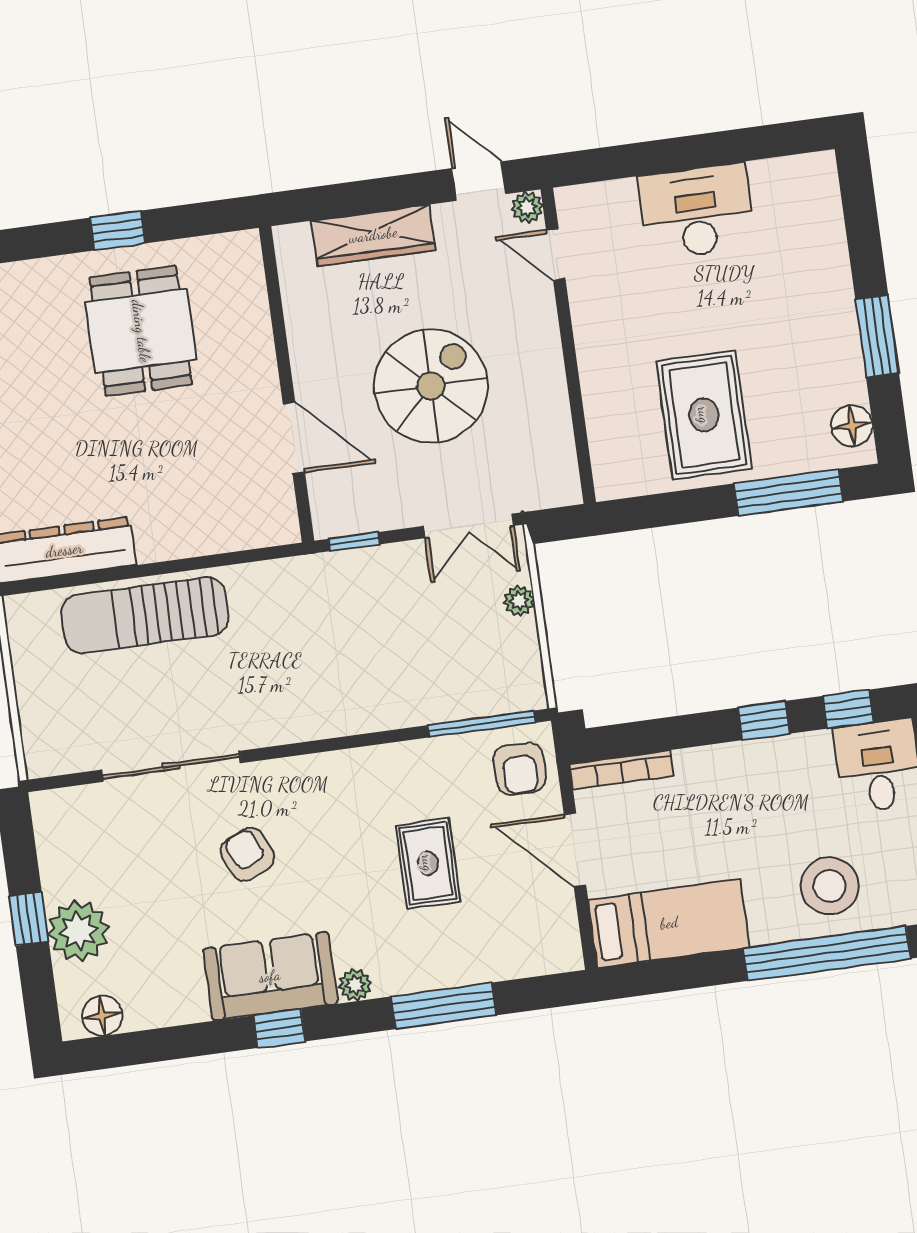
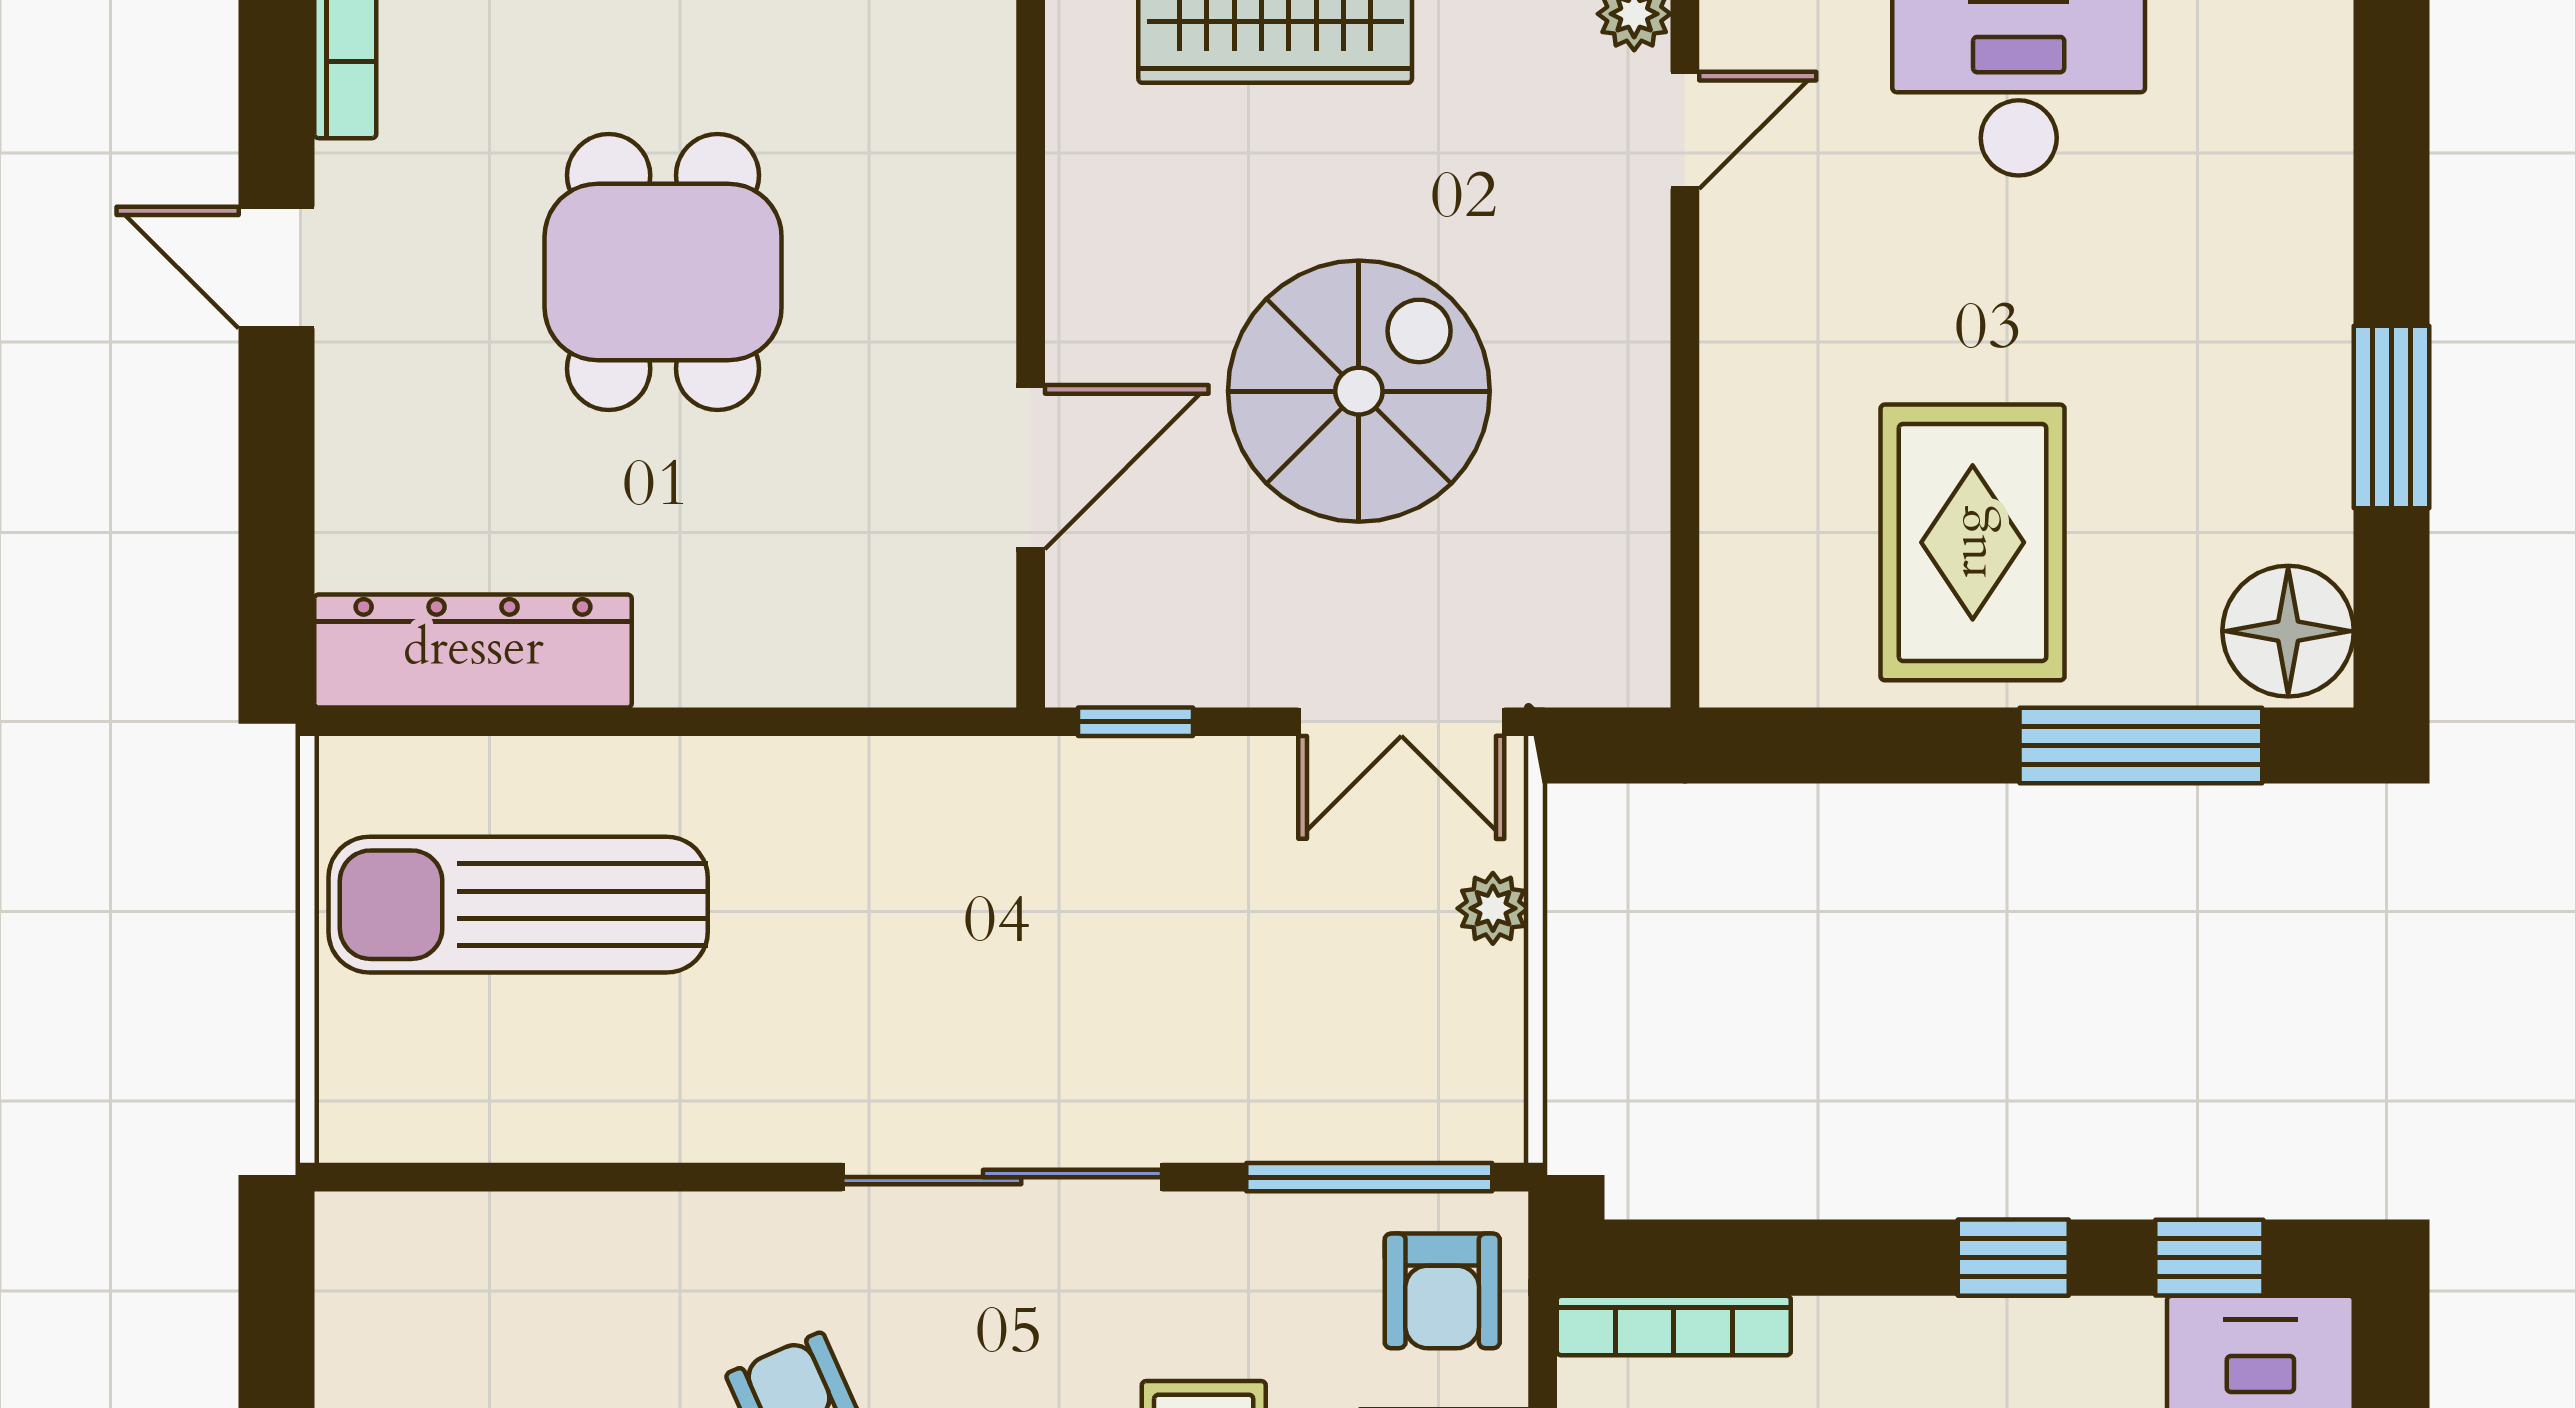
door: (556, 254) -> (1685, 130), swing flipped
dining table: (141, 331) -> (663, 272), moved
floor lamp: (852, 426) -> (2288, 631), width x1.38, depth x1.38
door: (294, 438) -> (1031, 467), hinge flipped
sun lounger: (145, 615) -> (518, 905), moved
sliding door: (171, 766) -> (1002, 1177), moved

